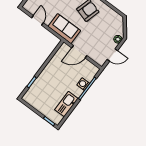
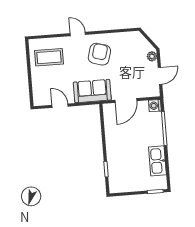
washing machine: (83, 84) -> (155, 106), moved

